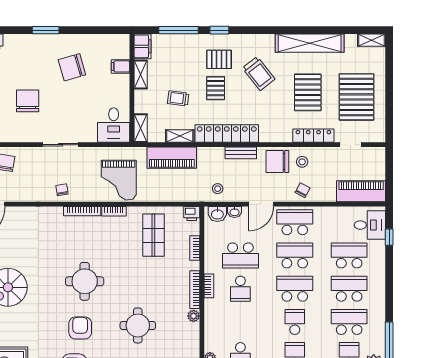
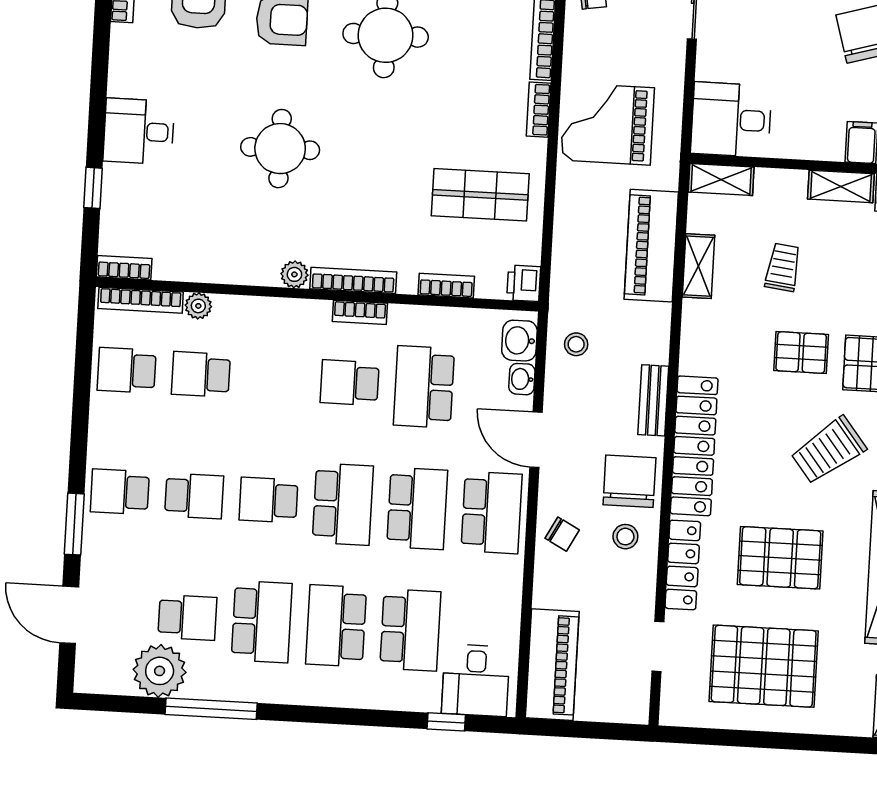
locker: (227, 133) -> (694, 446), moved
school desk: (349, 289) -> (336, 626), turned 180
school desk: (295, 322) -> (268, 500), turned 180

